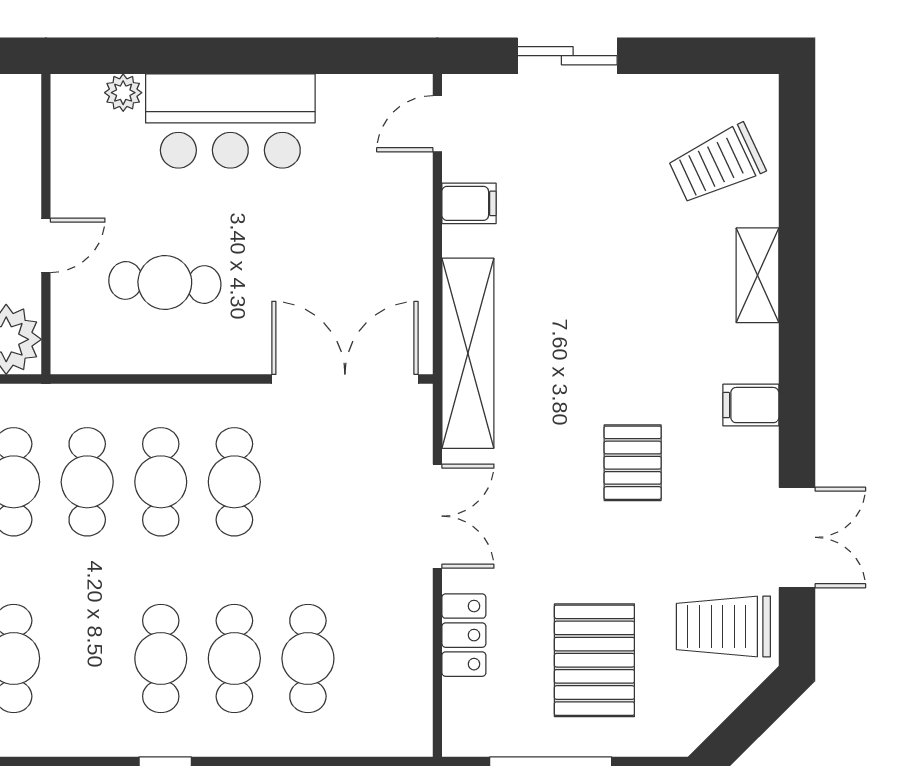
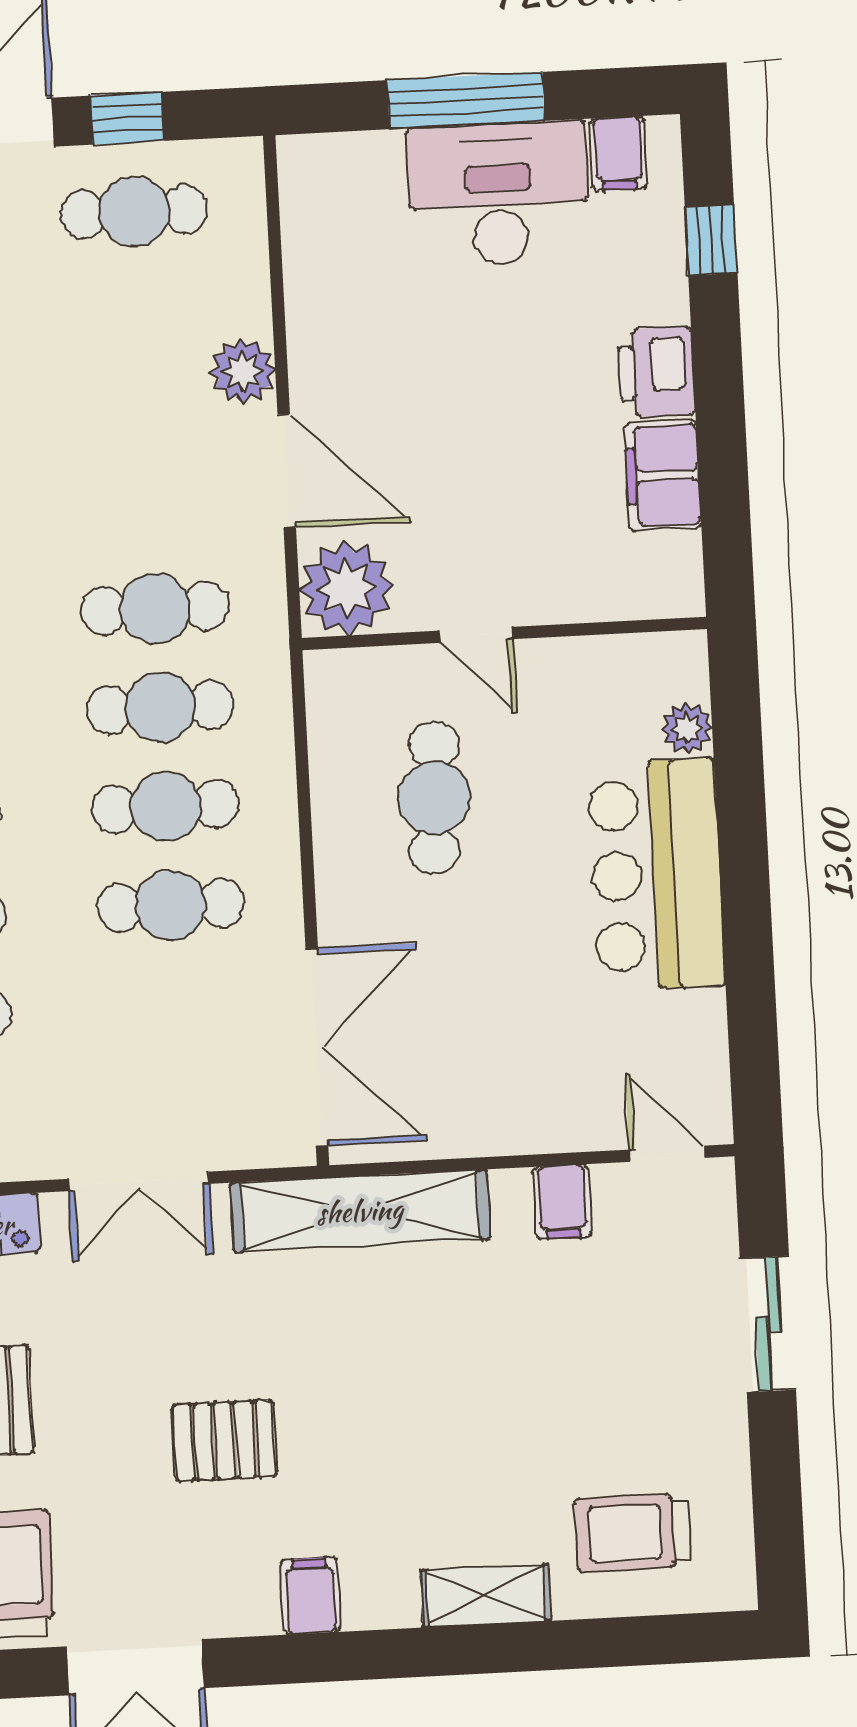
trolley: (717, 164) -> (633, 1533), turned -65

